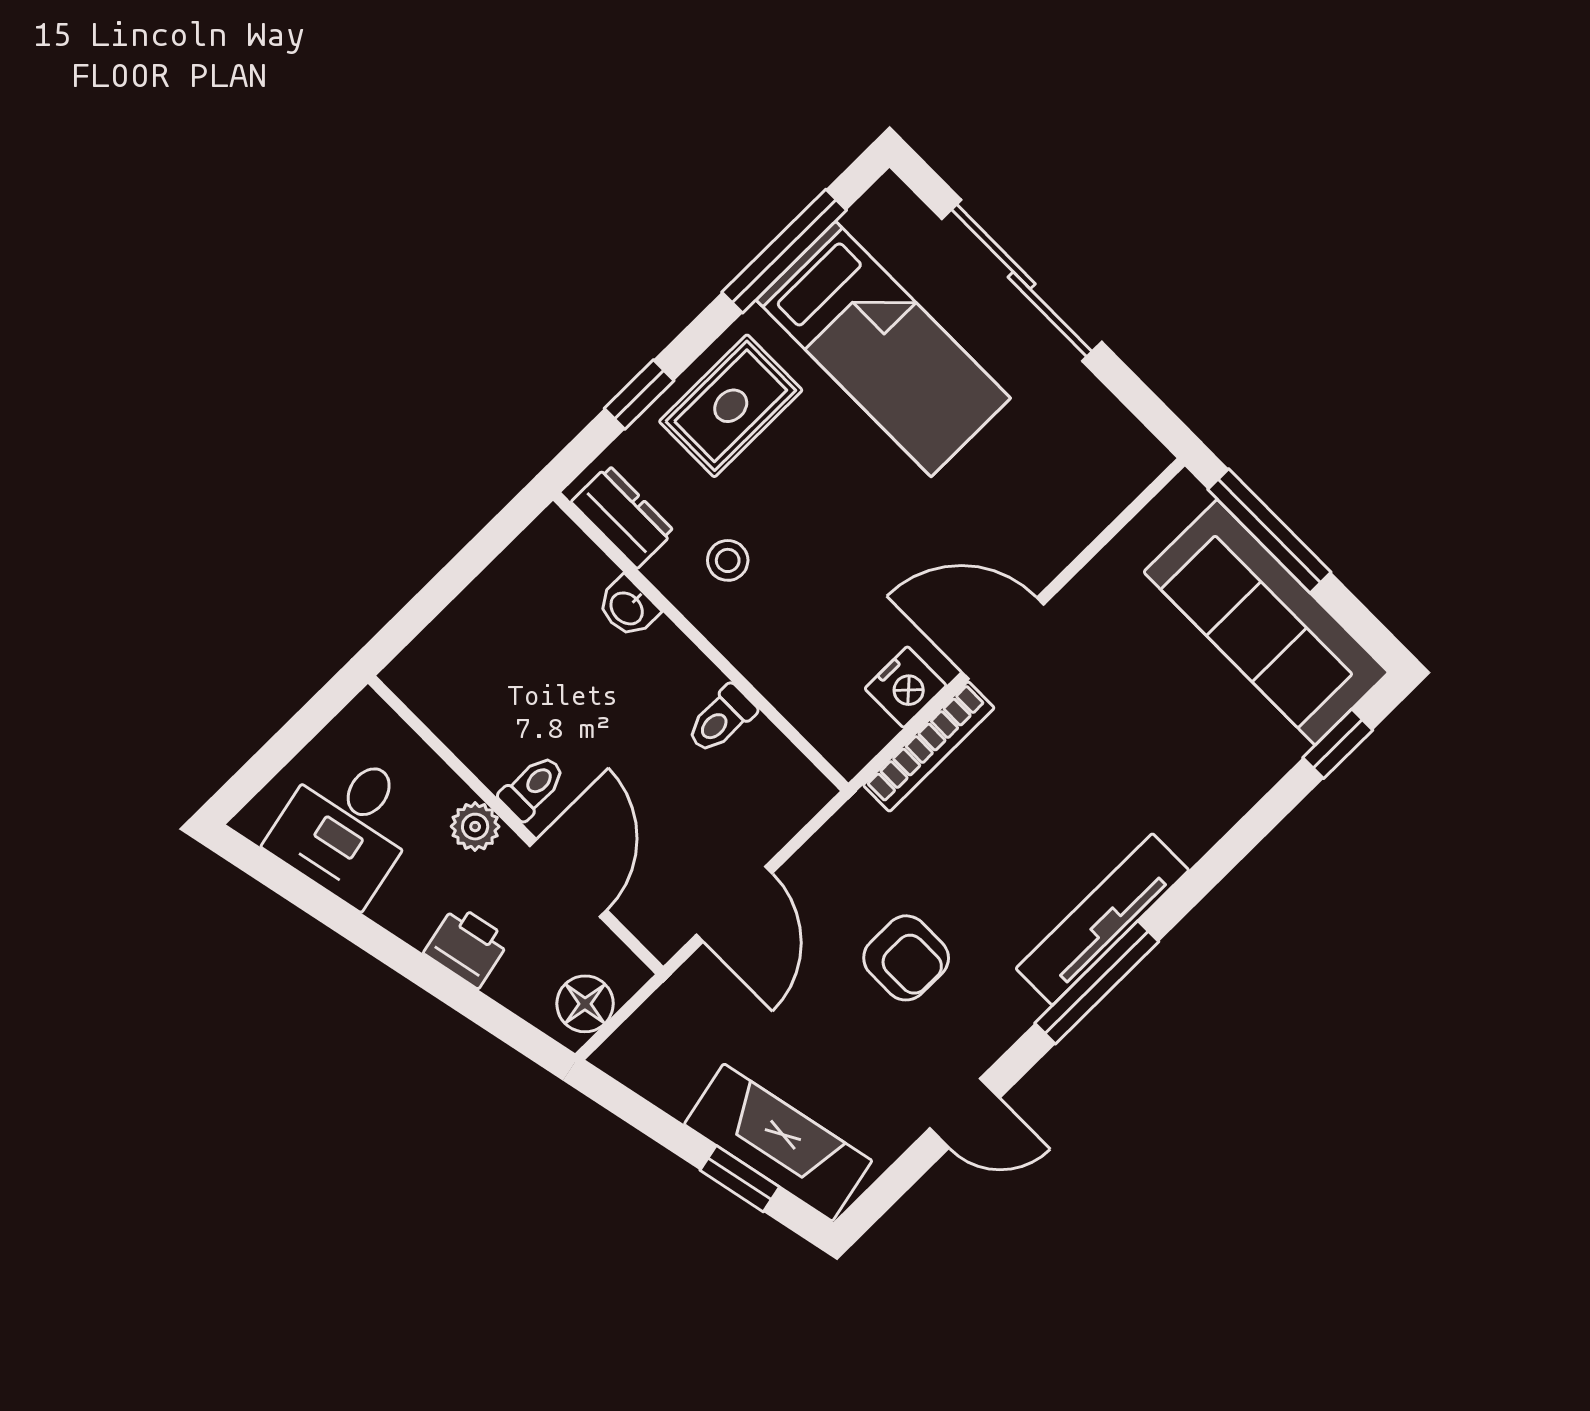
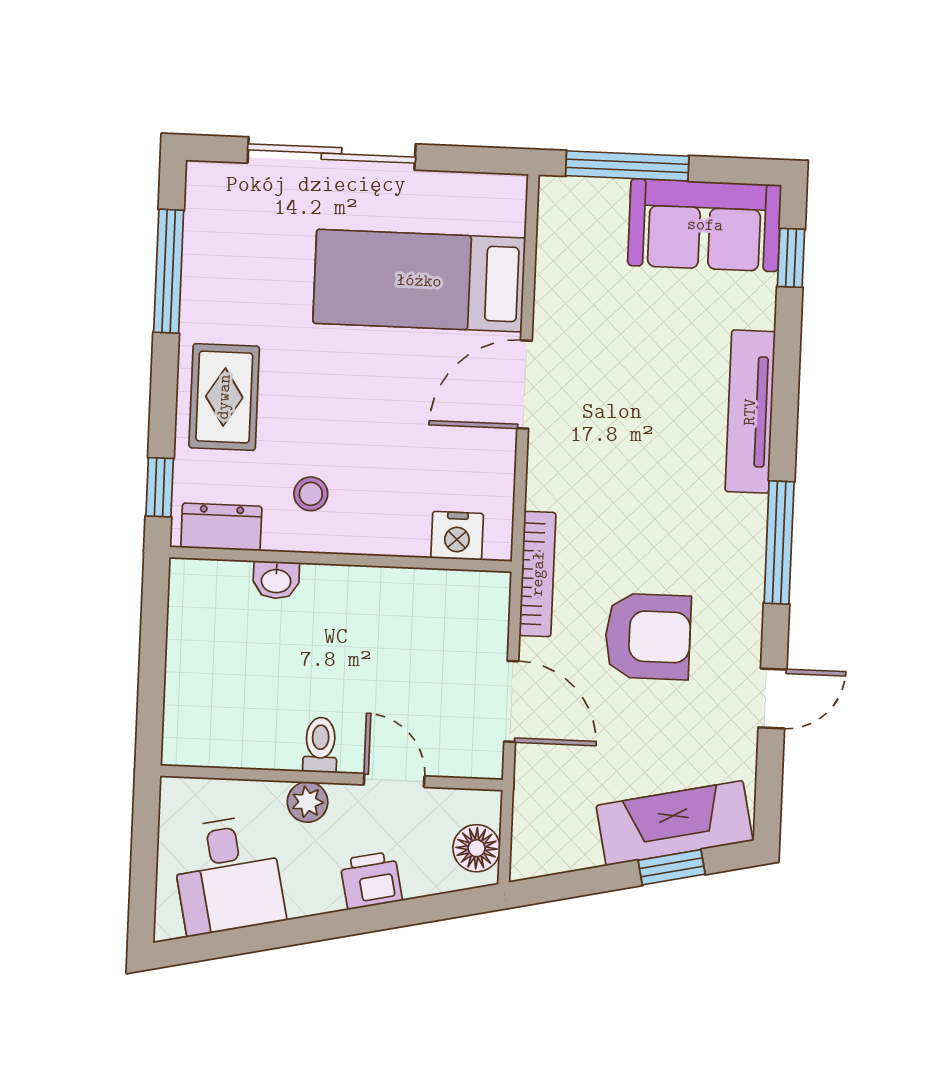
bed: (883, 349) -> (419, 281), moved, turned 180
window: (639, 395) -> (160, 487), moved
sofa: (1266, 622) -> (705, 225), width x0.73
nightstand: (906, 687) -> (457, 536), moved, turned 90
toilet: (721, 719) -> (398, 595), removed
bookcase: (929, 746) -> (538, 574), moved
door: (568, 878) -> (394, 780), width x0.73
tv unit: (1102, 919) -> (750, 412), moved
armchair: (906, 958) -> (648, 636), width x1.38, depth x1.38

